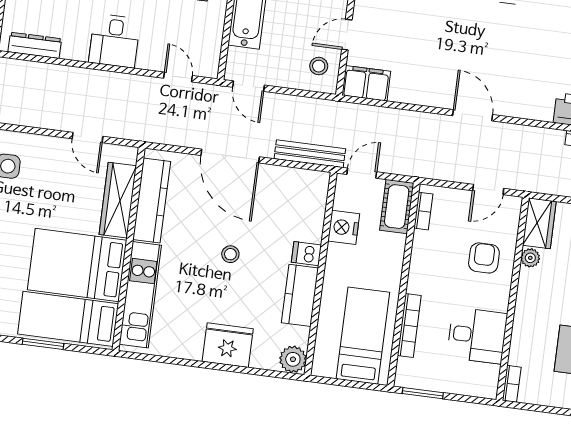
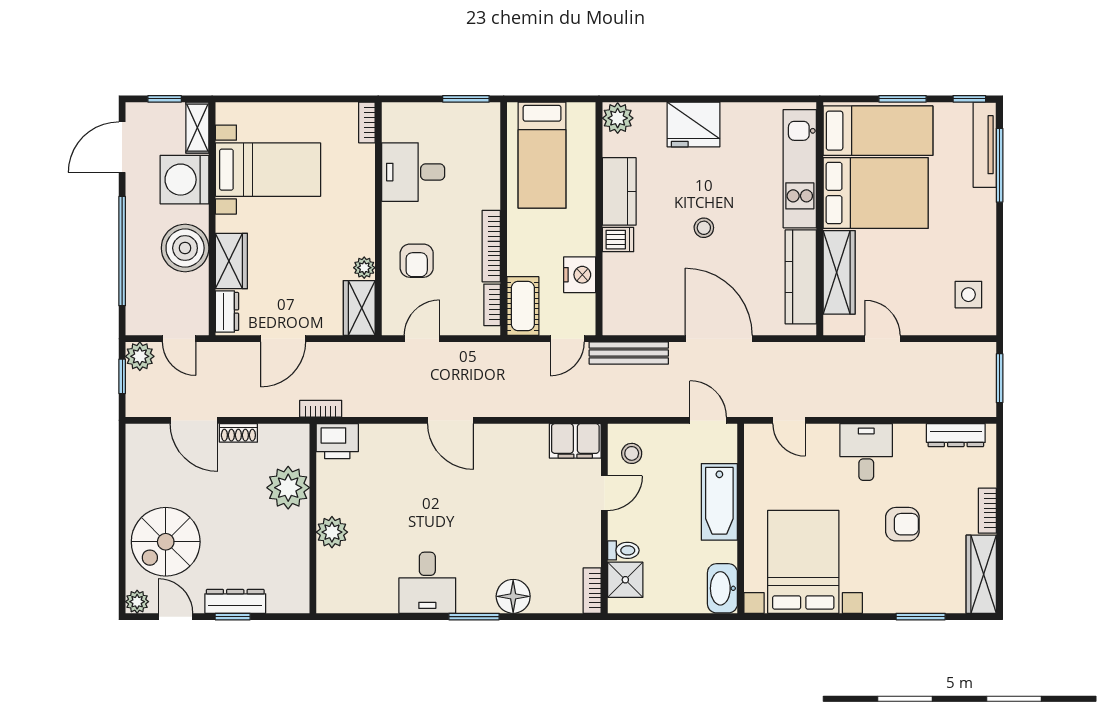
bookcase: (409, 325) -> (491, 246), moved

